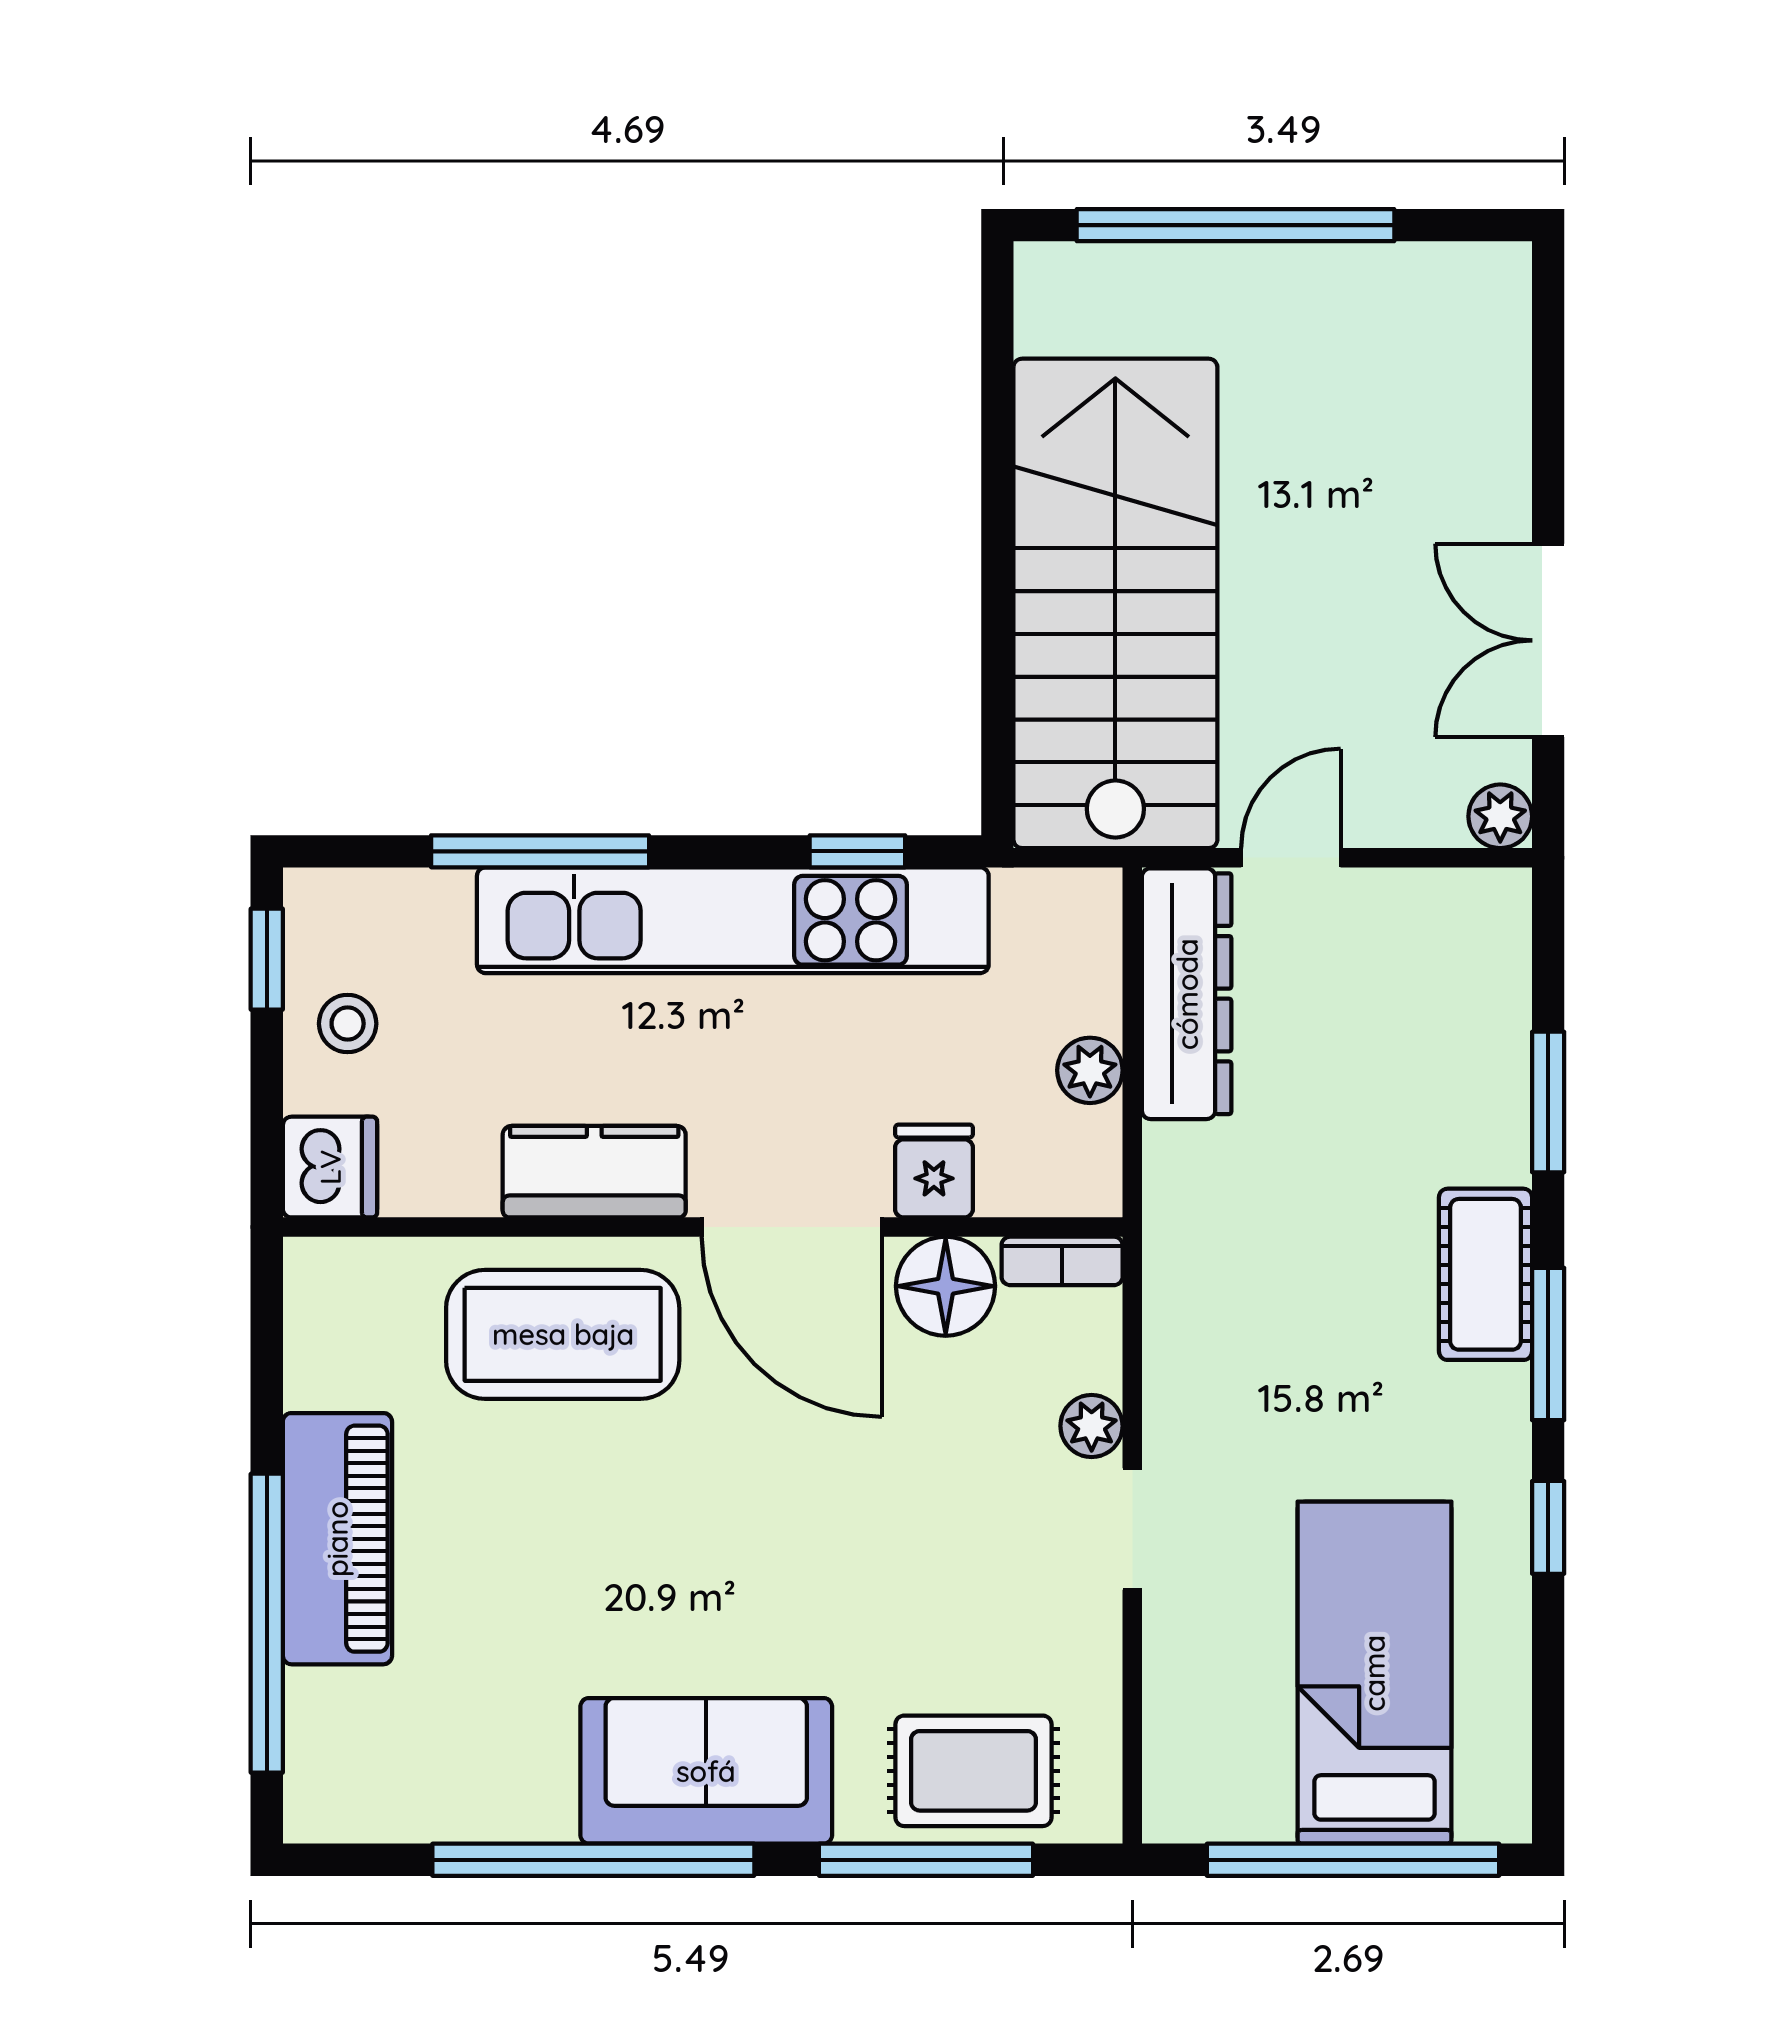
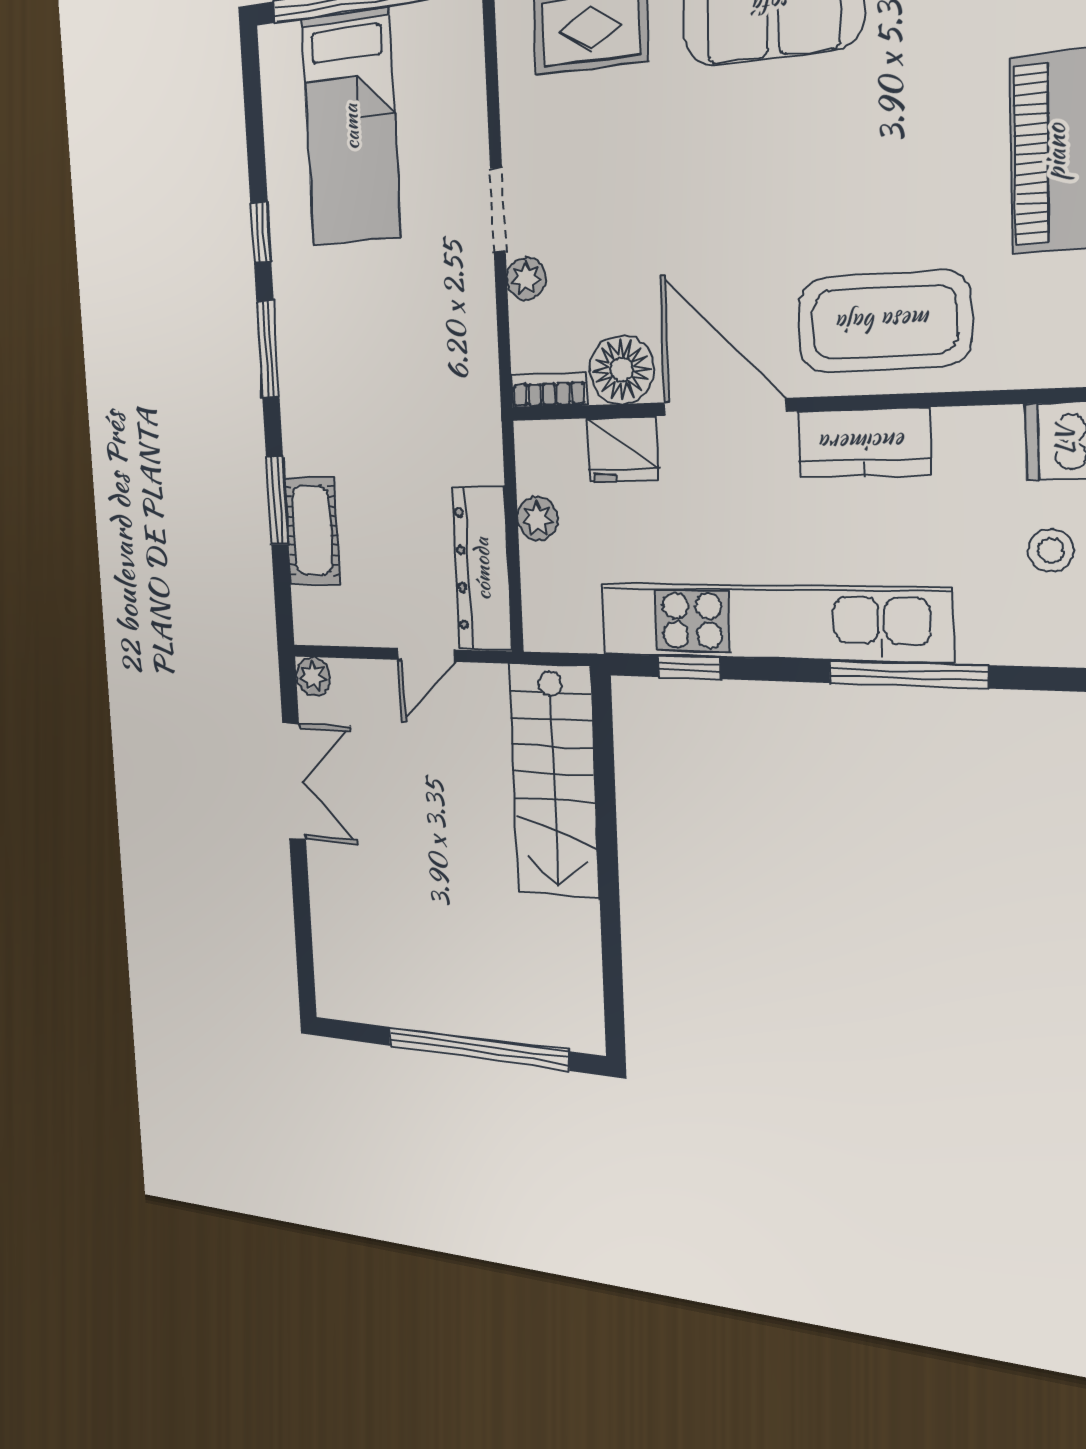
stairs: (1115, 603) -> (554, 781), width x0.73, depth x0.66
fridge: (934, 1171) -> (622, 449), width x1.38
cot: (1486, 1274) -> (312, 531), moved

